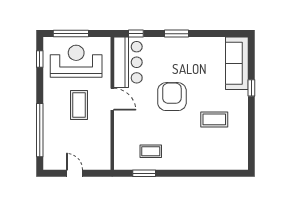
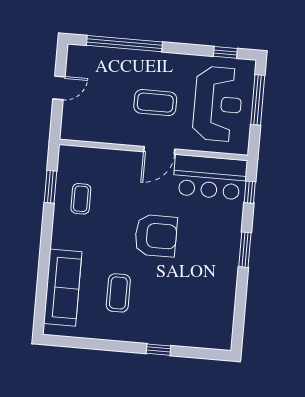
sofa: (237, 63) -> (63, 288), moved, turned 90

